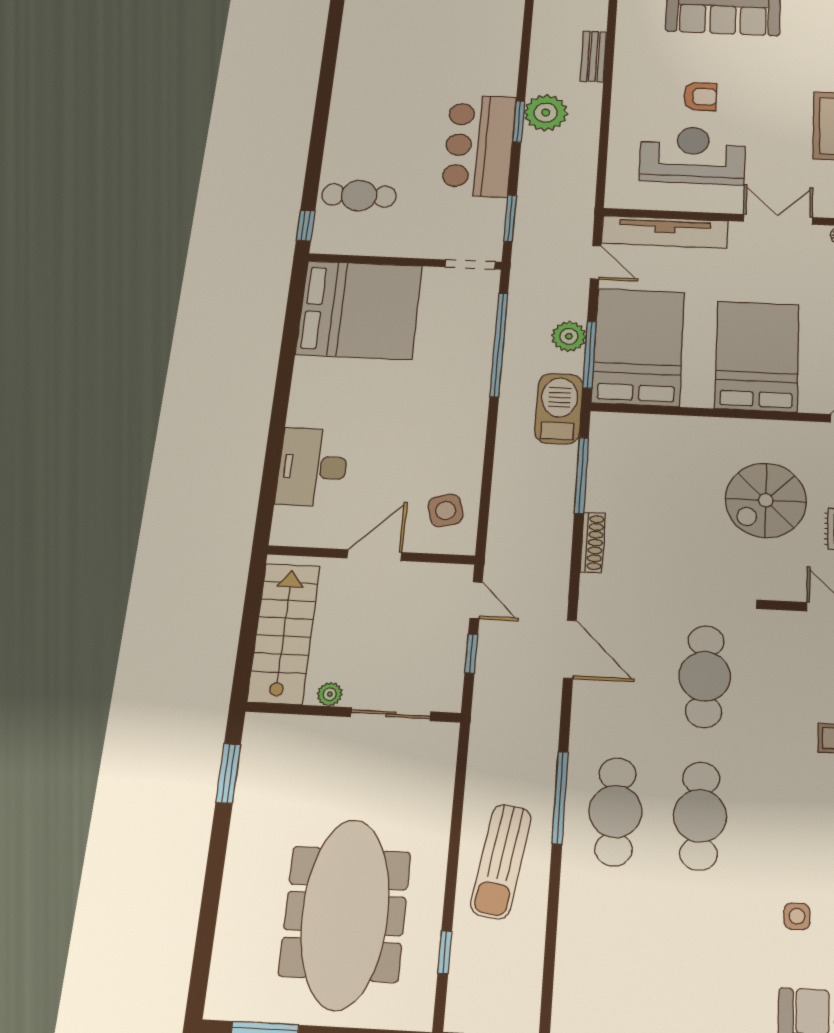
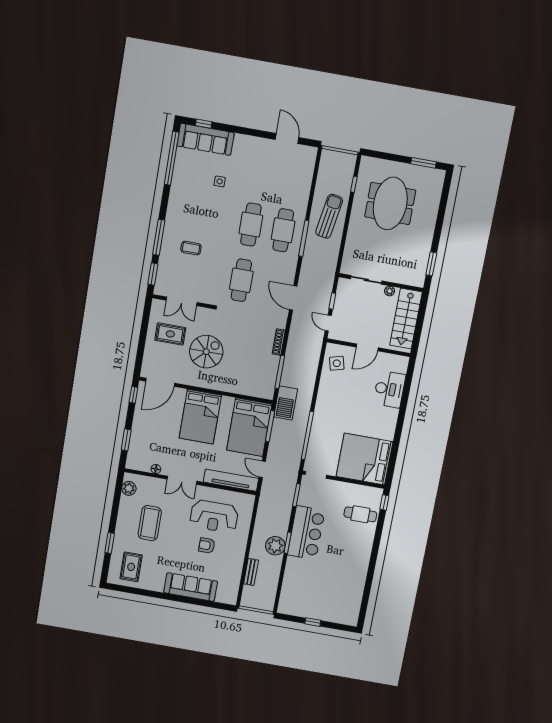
plant: (569, 336) -> (278, 436), removed
meeting table: (345, 914) -> (390, 203), width x0.73

